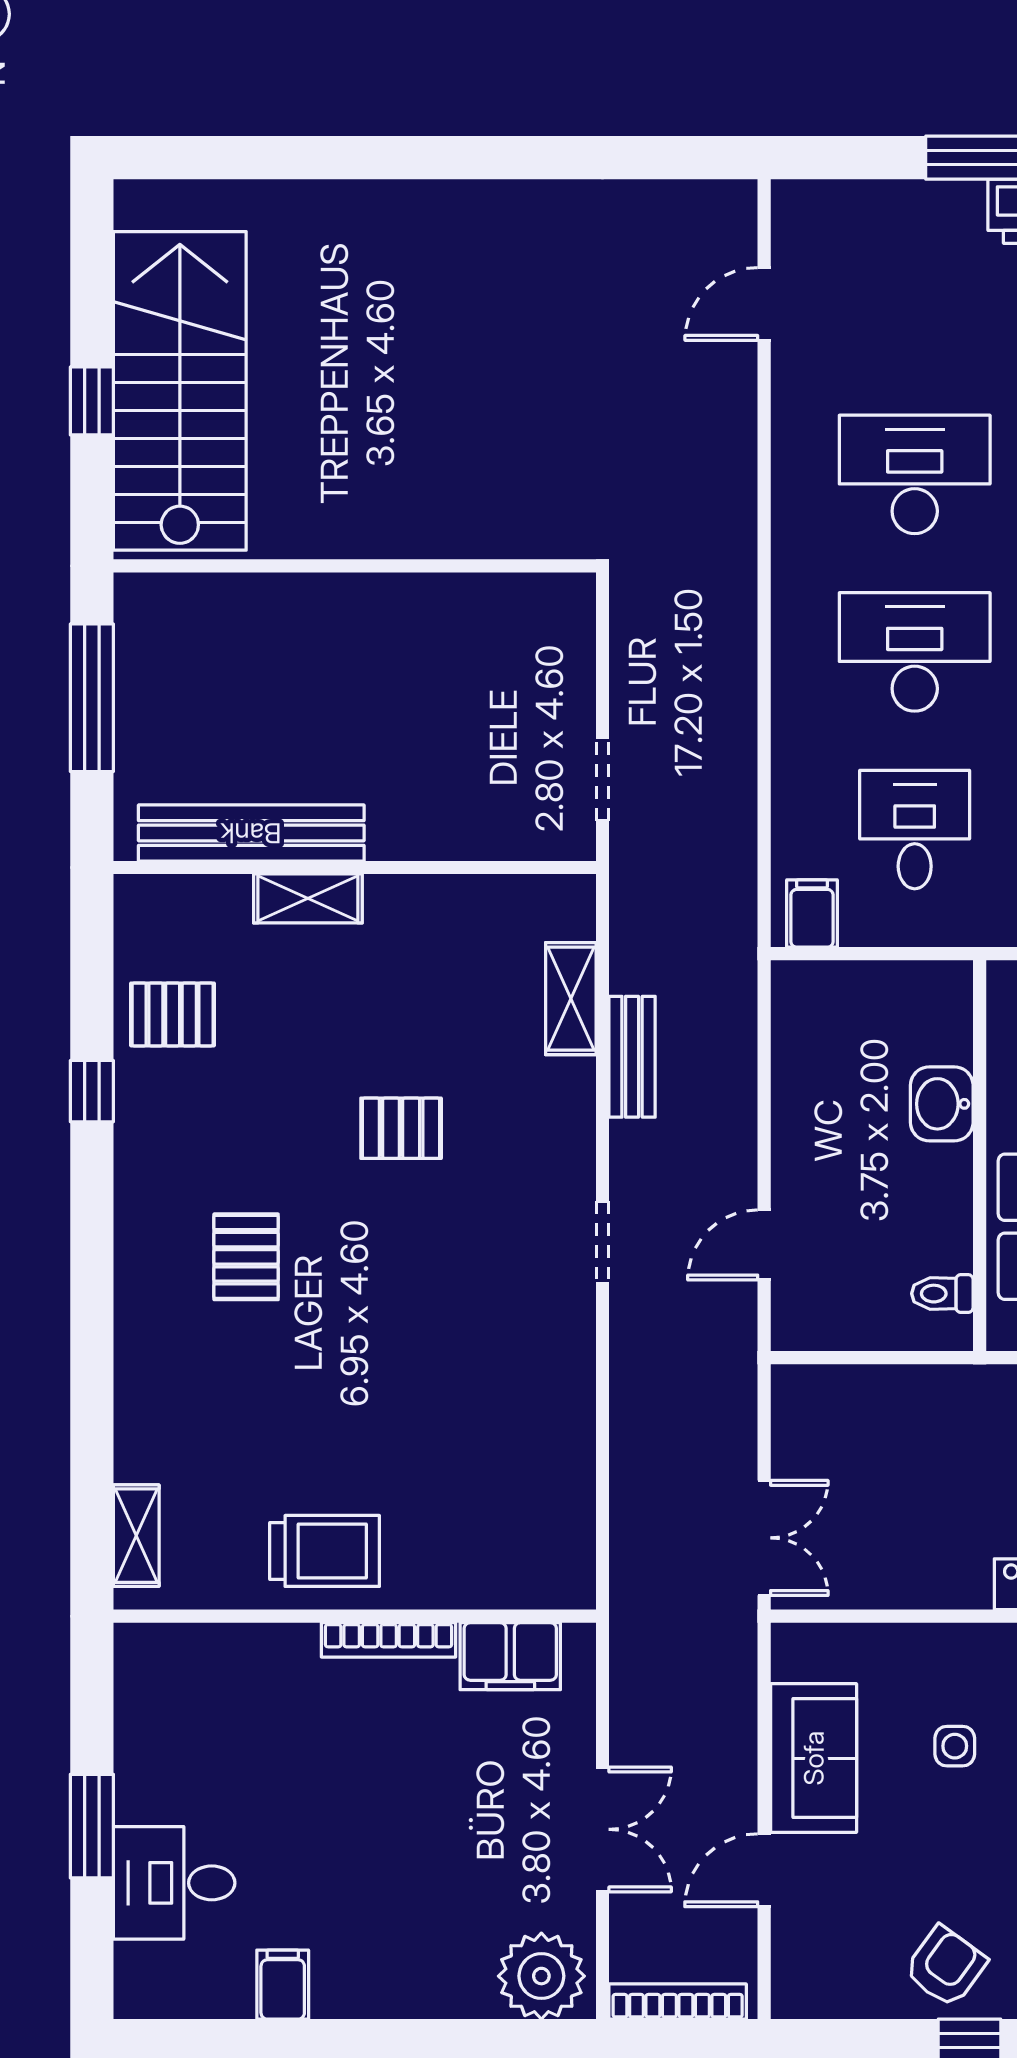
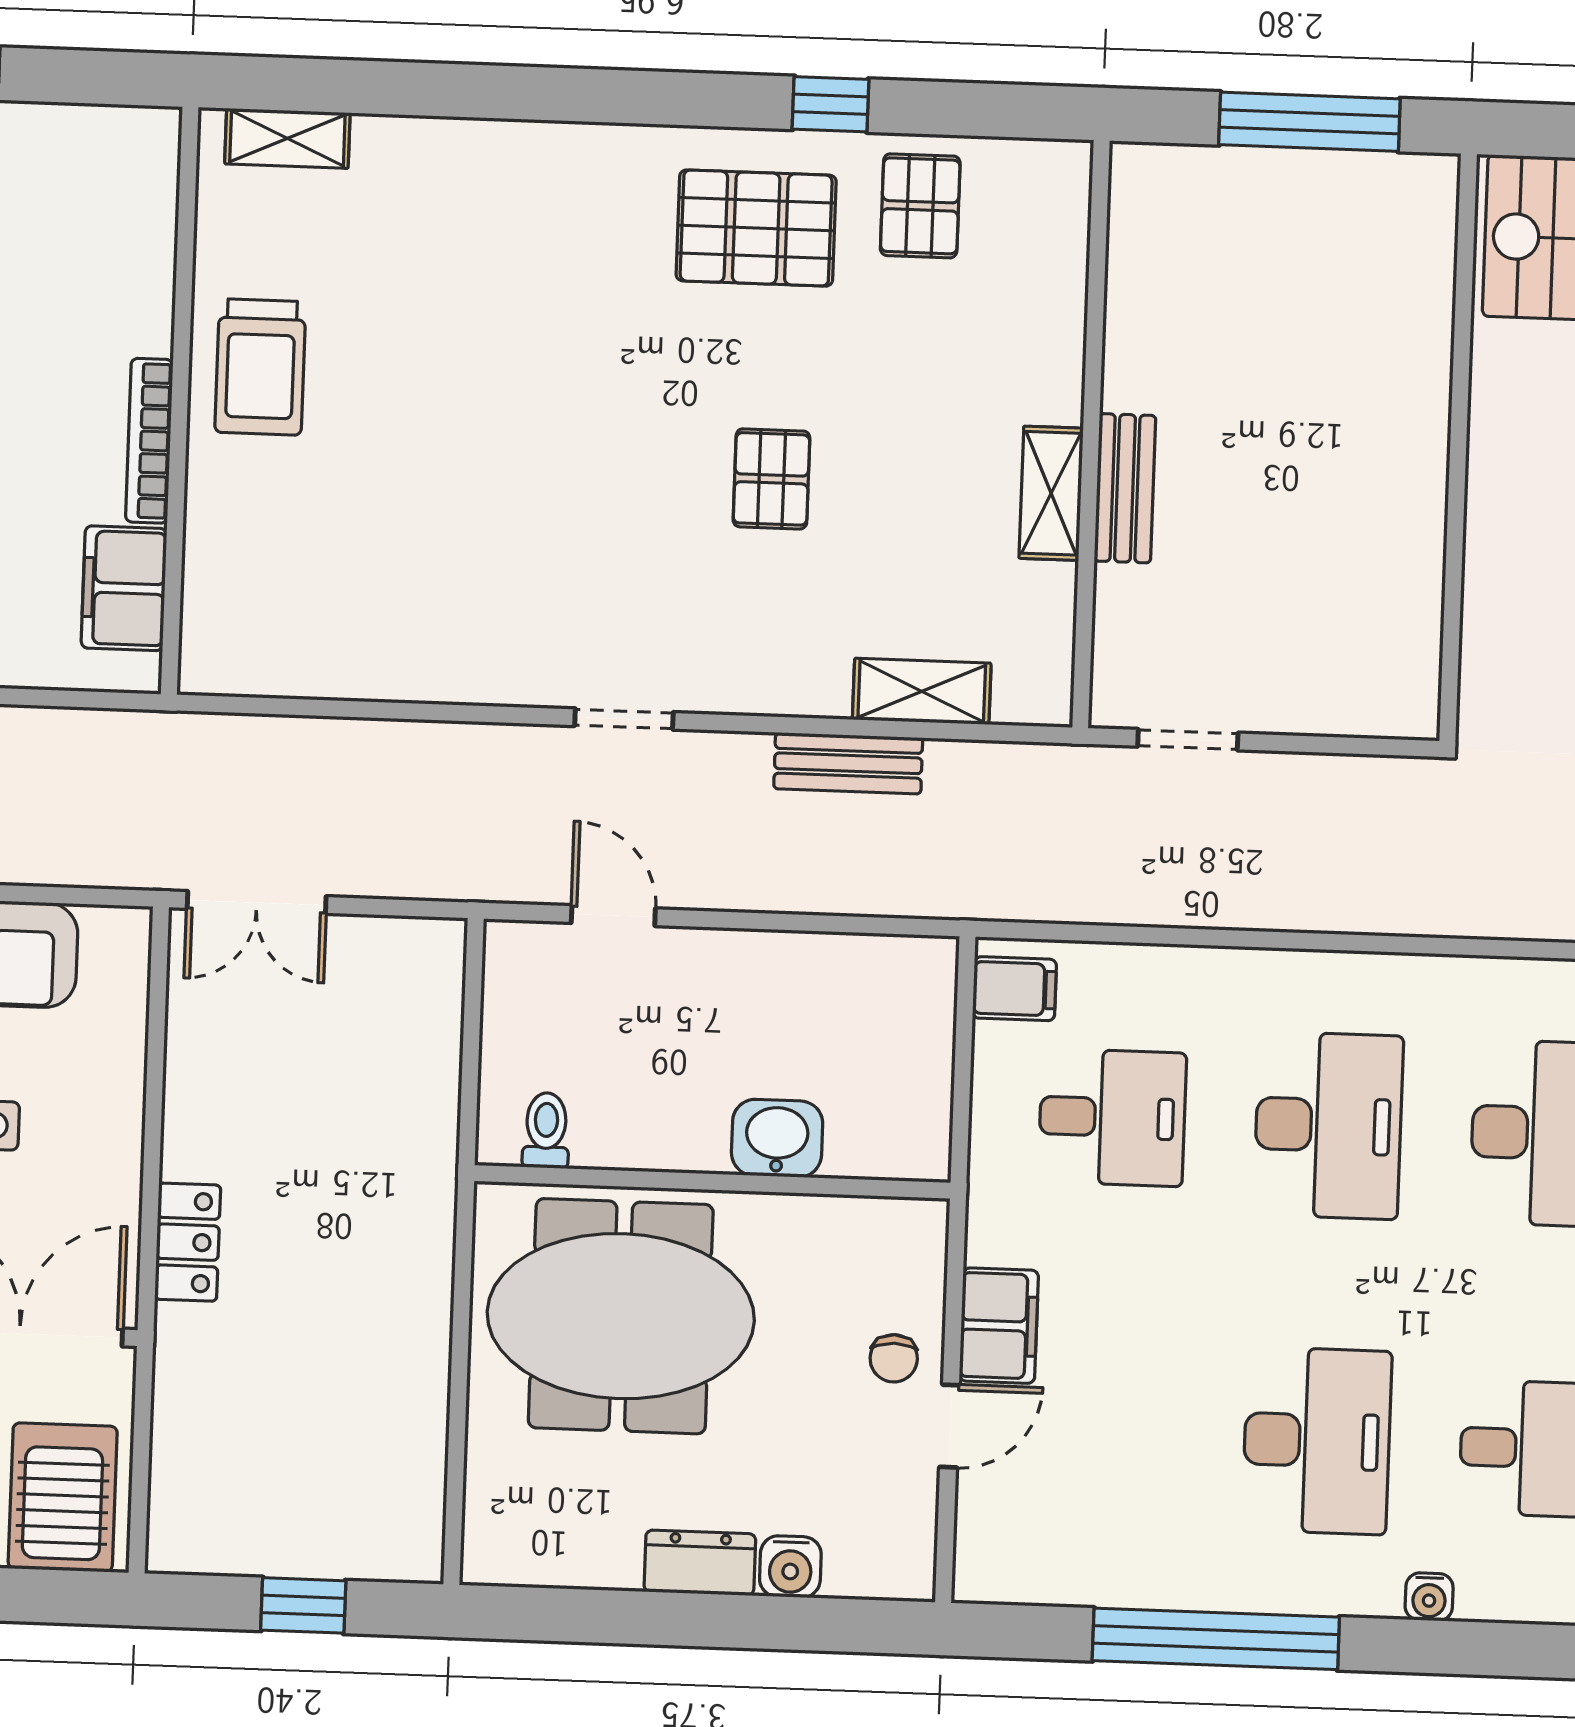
bench: (251, 833) -> (1125, 488), moved, width x0.54, depth x0.82
shelving: (308, 898) -> (1051, 493), moved
pallet: (246, 1257) -> (756, 228), moved, width x1.50, depth x1.42

